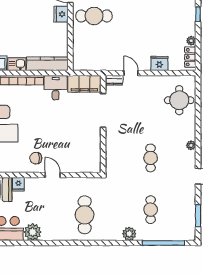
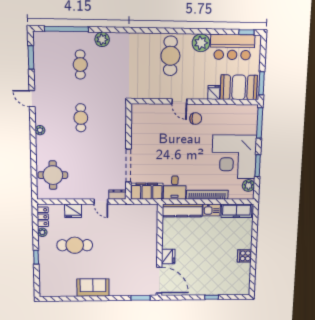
cafe table: (94, 16) -> (75, 245), moved
cafe table: (85, 215) -> (170, 56), moved

